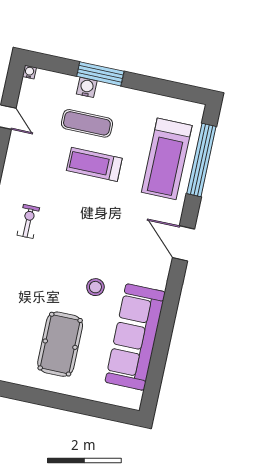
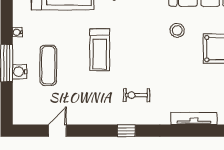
water cooler: (29, 72) -> (17, 32), moved
treadmill: (94, 164) -> (100, 50), moved

